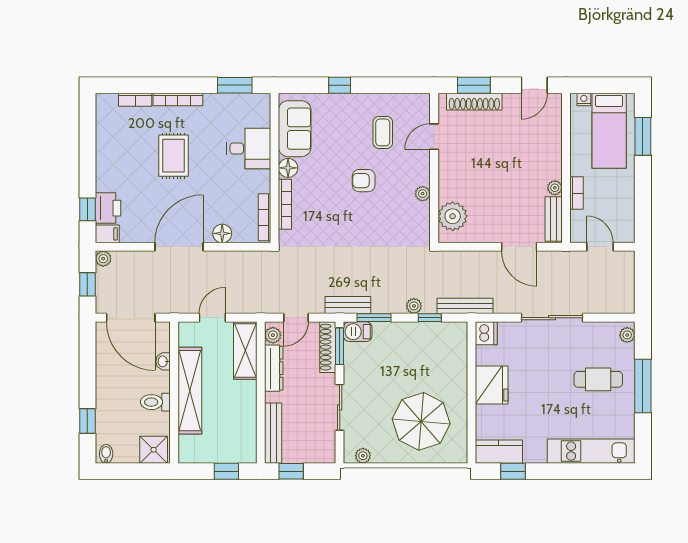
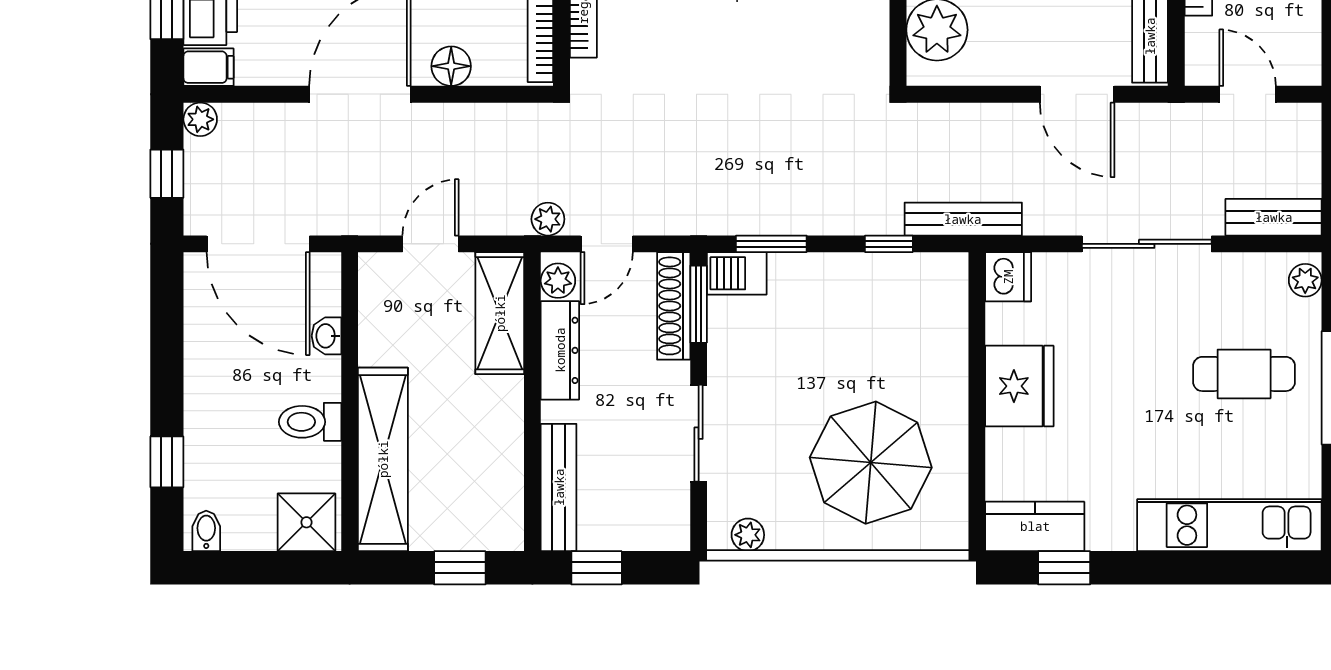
bench: (348, 305) -> (1274, 217), moved
plant: (414, 306) -> (548, 219), moved
shelving: (190, 391) -> (383, 459), moved

